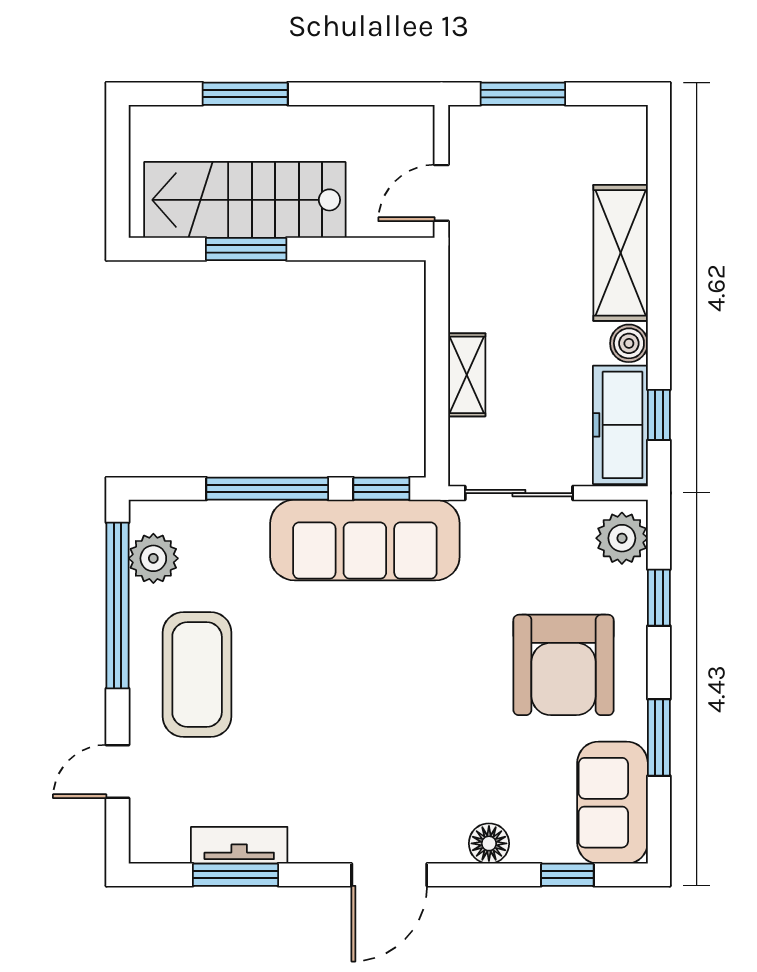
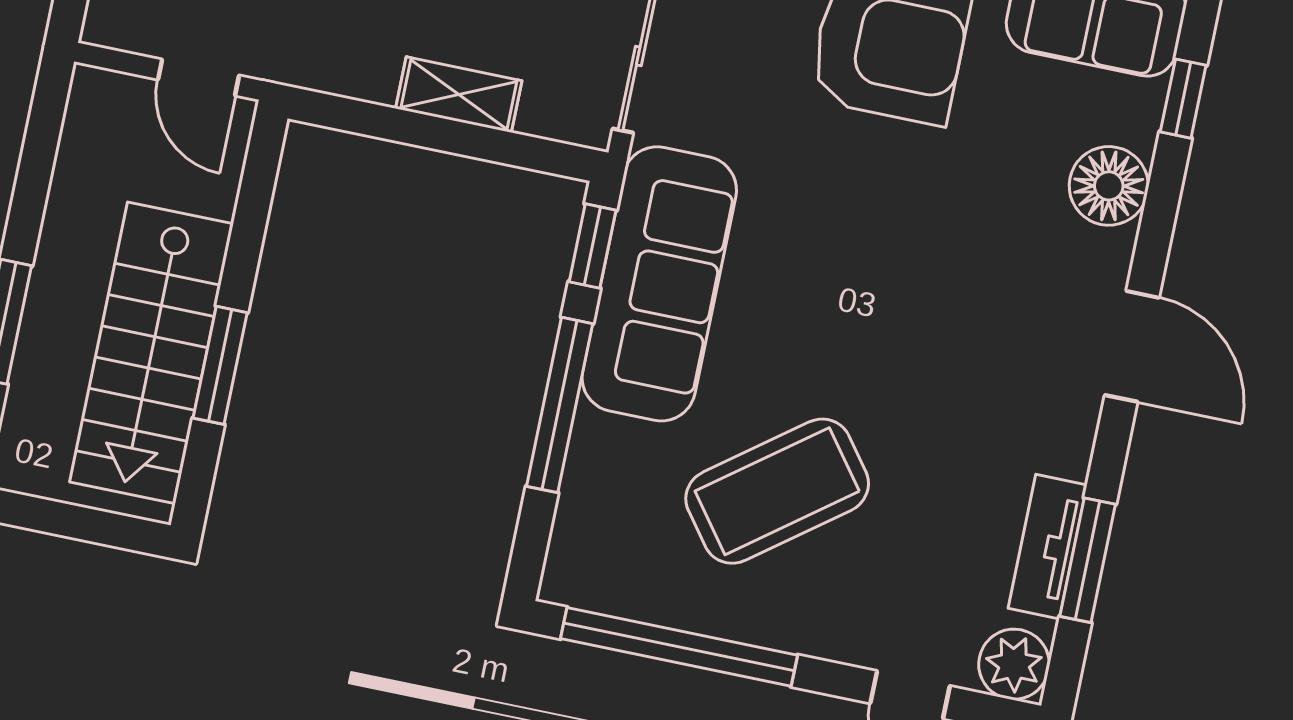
plant: (153, 558) -> (1014, 664), moved
coffee table: (197, 675) -> (777, 491), moved, turned -37
floor lamp: (489, 843) -> (1109, 186), width x1.38, depth x1.38

